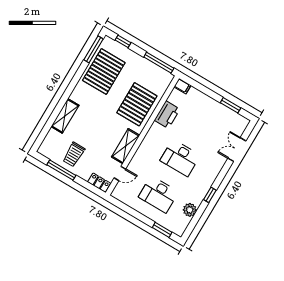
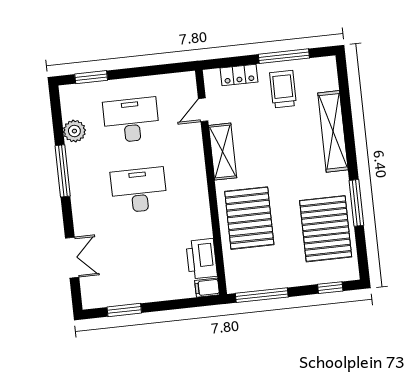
window: (93, 49) -> (356, 203), moved
printer: (167, 115) -> (202, 259), moved
shelving: (65, 116) -> (333, 131), width x1.47
locker: (99, 183) -> (239, 75), moved
window: (210, 195) -> (63, 171), width x2.17

